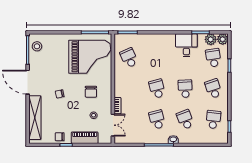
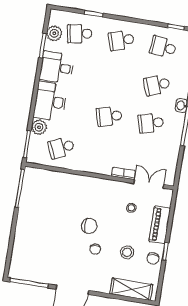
plant: (223, 39) -> (39, 127), moved
desk: (161, 44) -> (50, 101), added
stool: (37, 46) -> (127, 252), moved
grand piano: (90, 57) -> (52, 200), removed
school desk: (185, 89) -> (115, 78), removed
chair: (91, 92) -> (89, 226), moved
shelving: (35, 118) -> (131, 289), width x0.68

